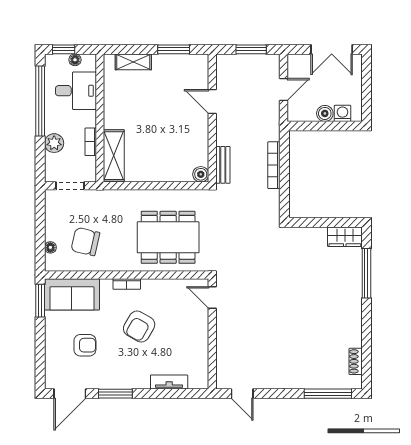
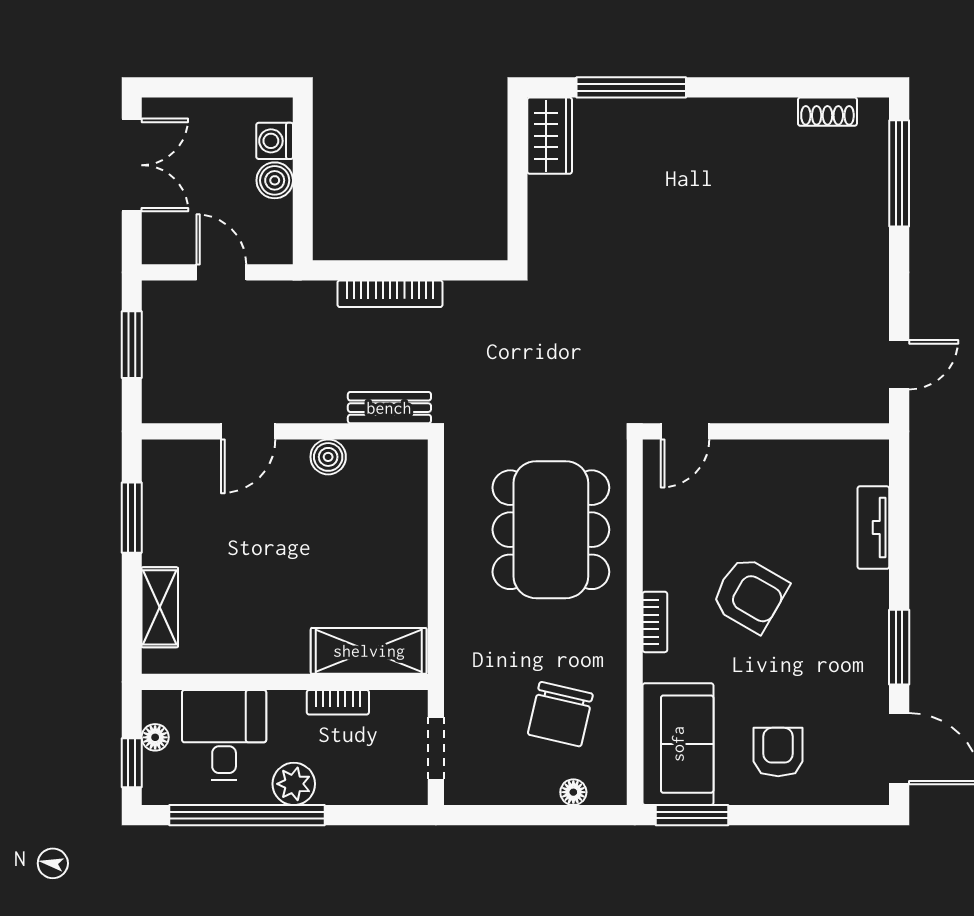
plant: (54, 143) -> (294, 784), moved
boiler: (201, 174) -> (328, 457), moved
armchair: (85, 345) -> (778, 752), moved

